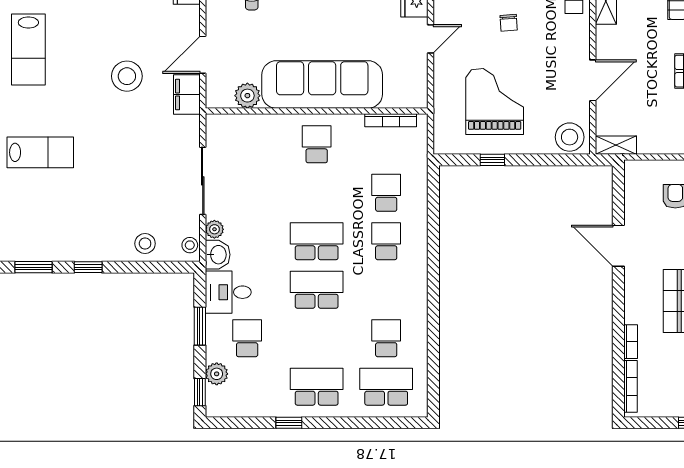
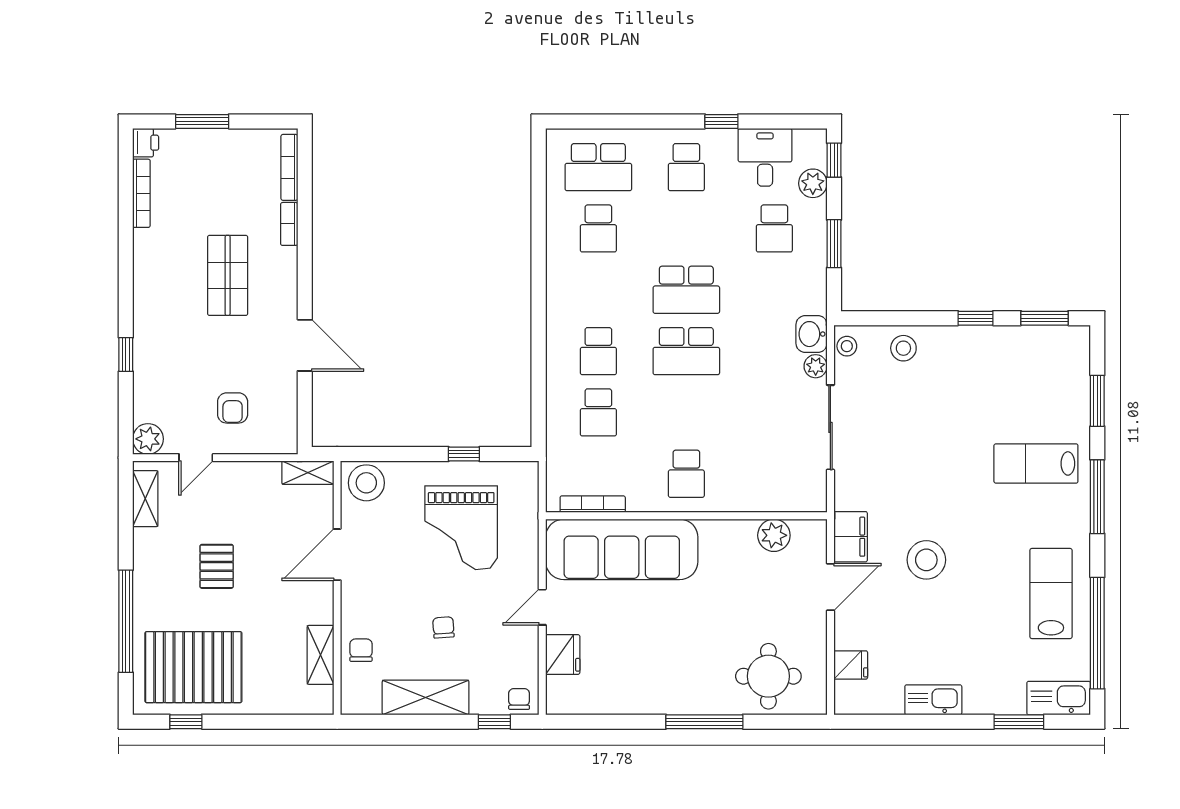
sofa: (322, 84) -> (622, 549), moved
desk: (228, 292) -> (765, 157), moved, turned -90
school desk: (317, 387) -> (686, 167), width x0.54

